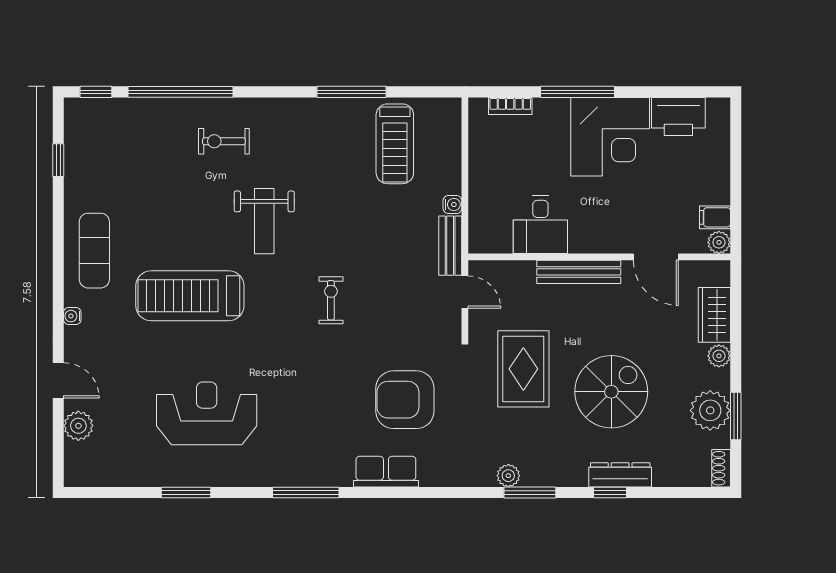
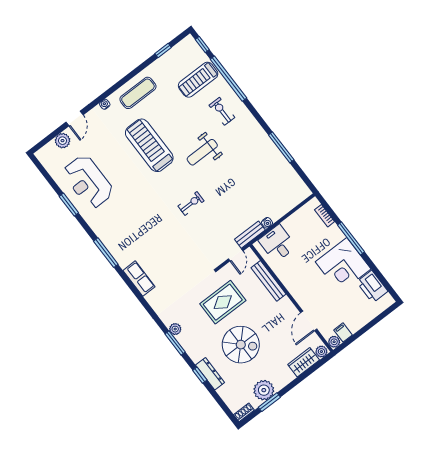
treadmill: (395, 144) -> (198, 80), moved
desk: (540, 225) -> (277, 243), moved, turned 90
bench: (579, 272) -> (269, 281), moved
plant: (719, 356) -> (321, 352), moved
armchair: (405, 400) -> (174, 264), removed
reception desk: (207, 413) -> (88, 182), moved, turned 180

